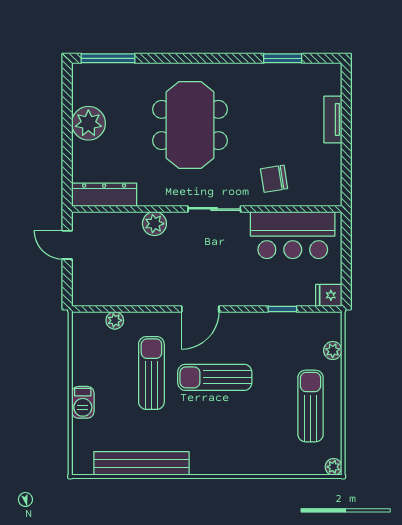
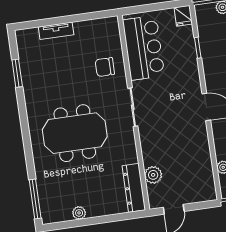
plant: (88, 123) -> (79, 213), width x0.53, depth x0.53
chair: (274, 179) -> (105, 67), turned 99
plant: (154, 224) -> (153, 175), moved

